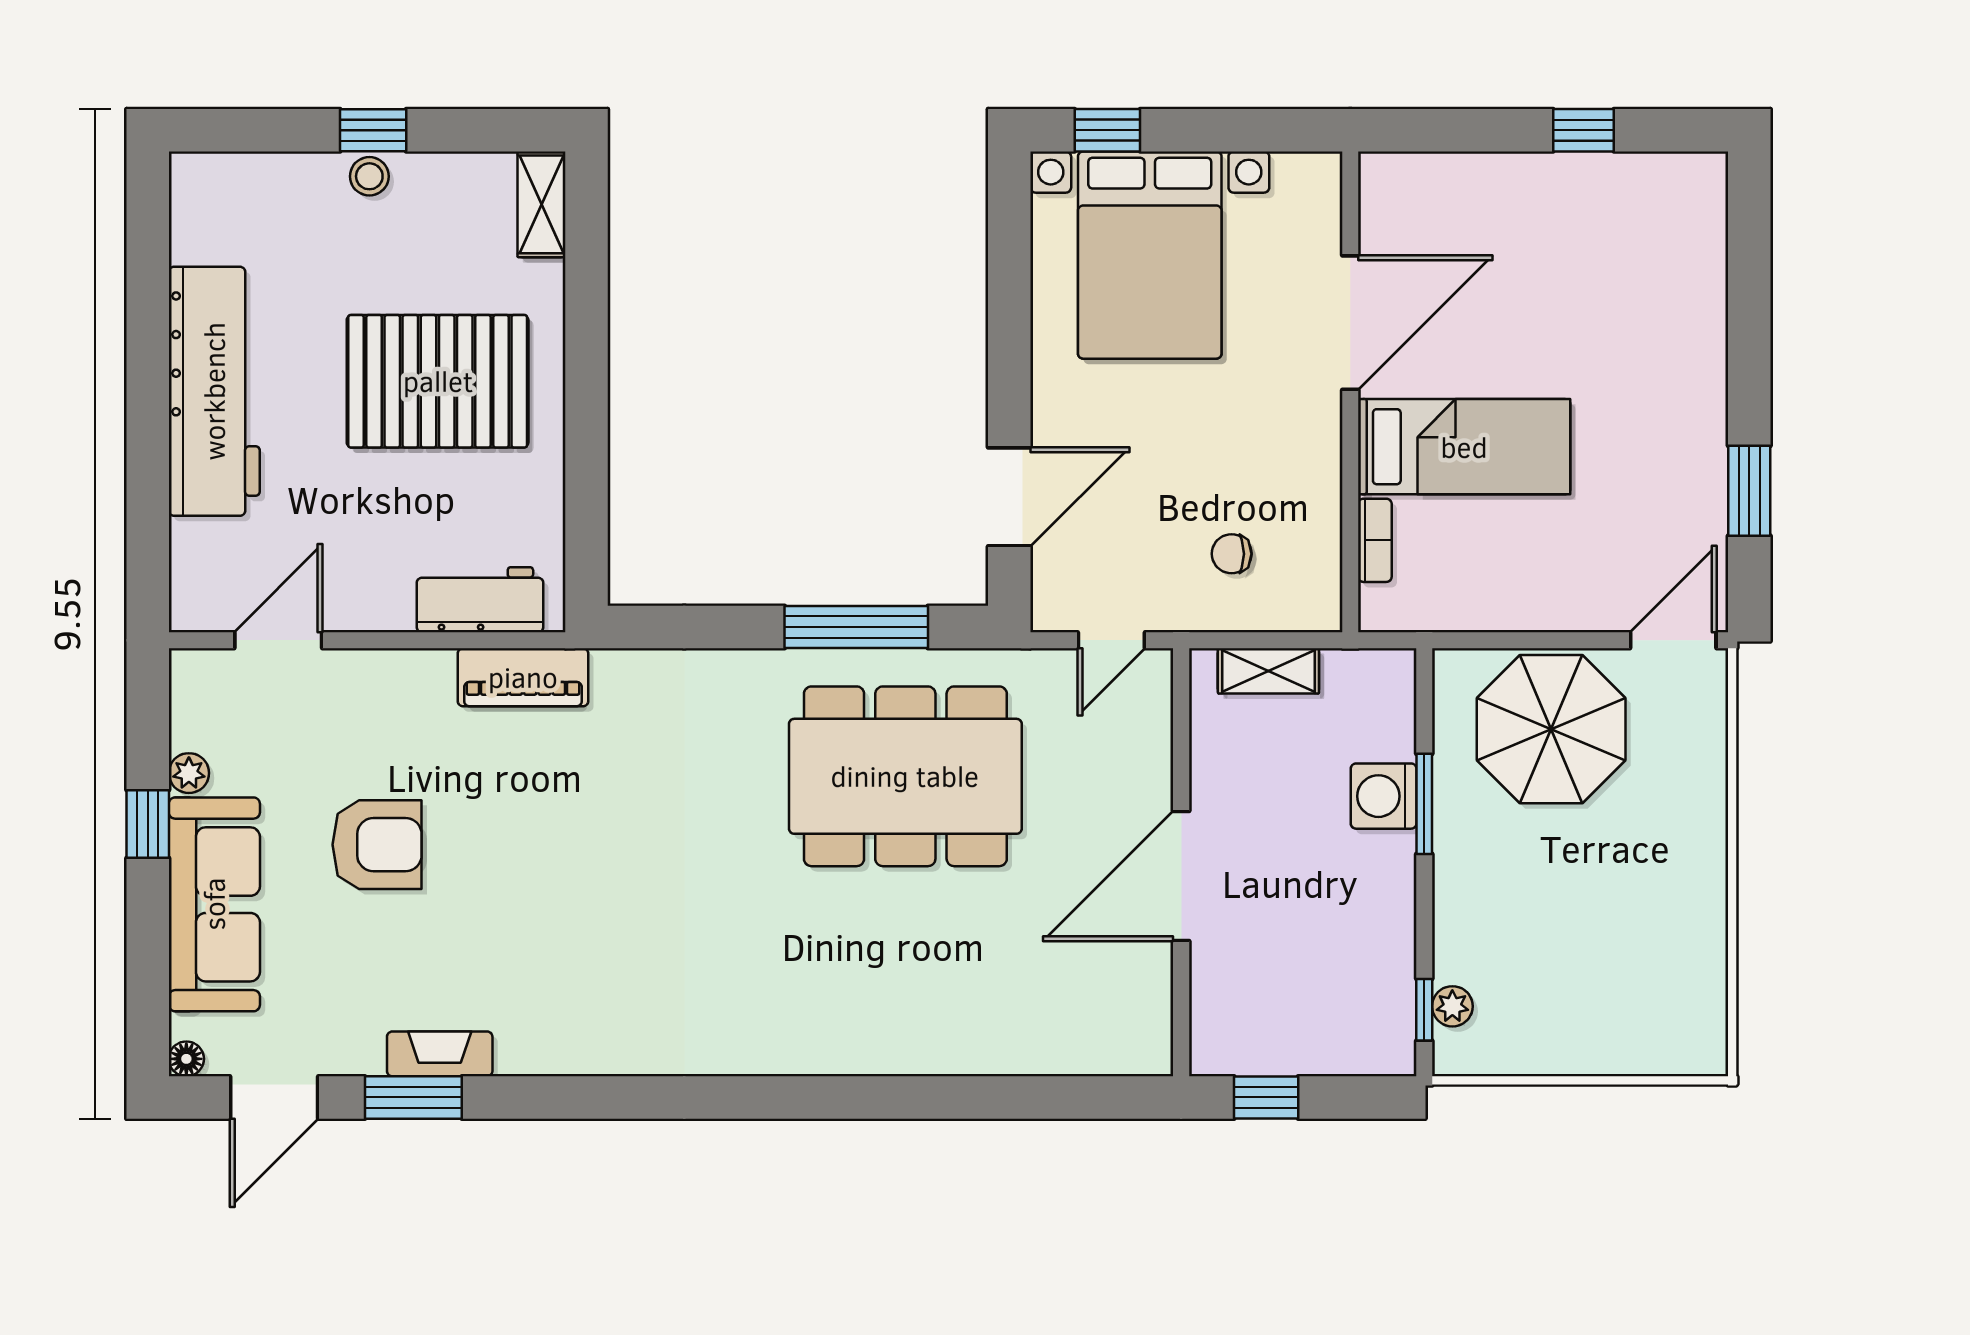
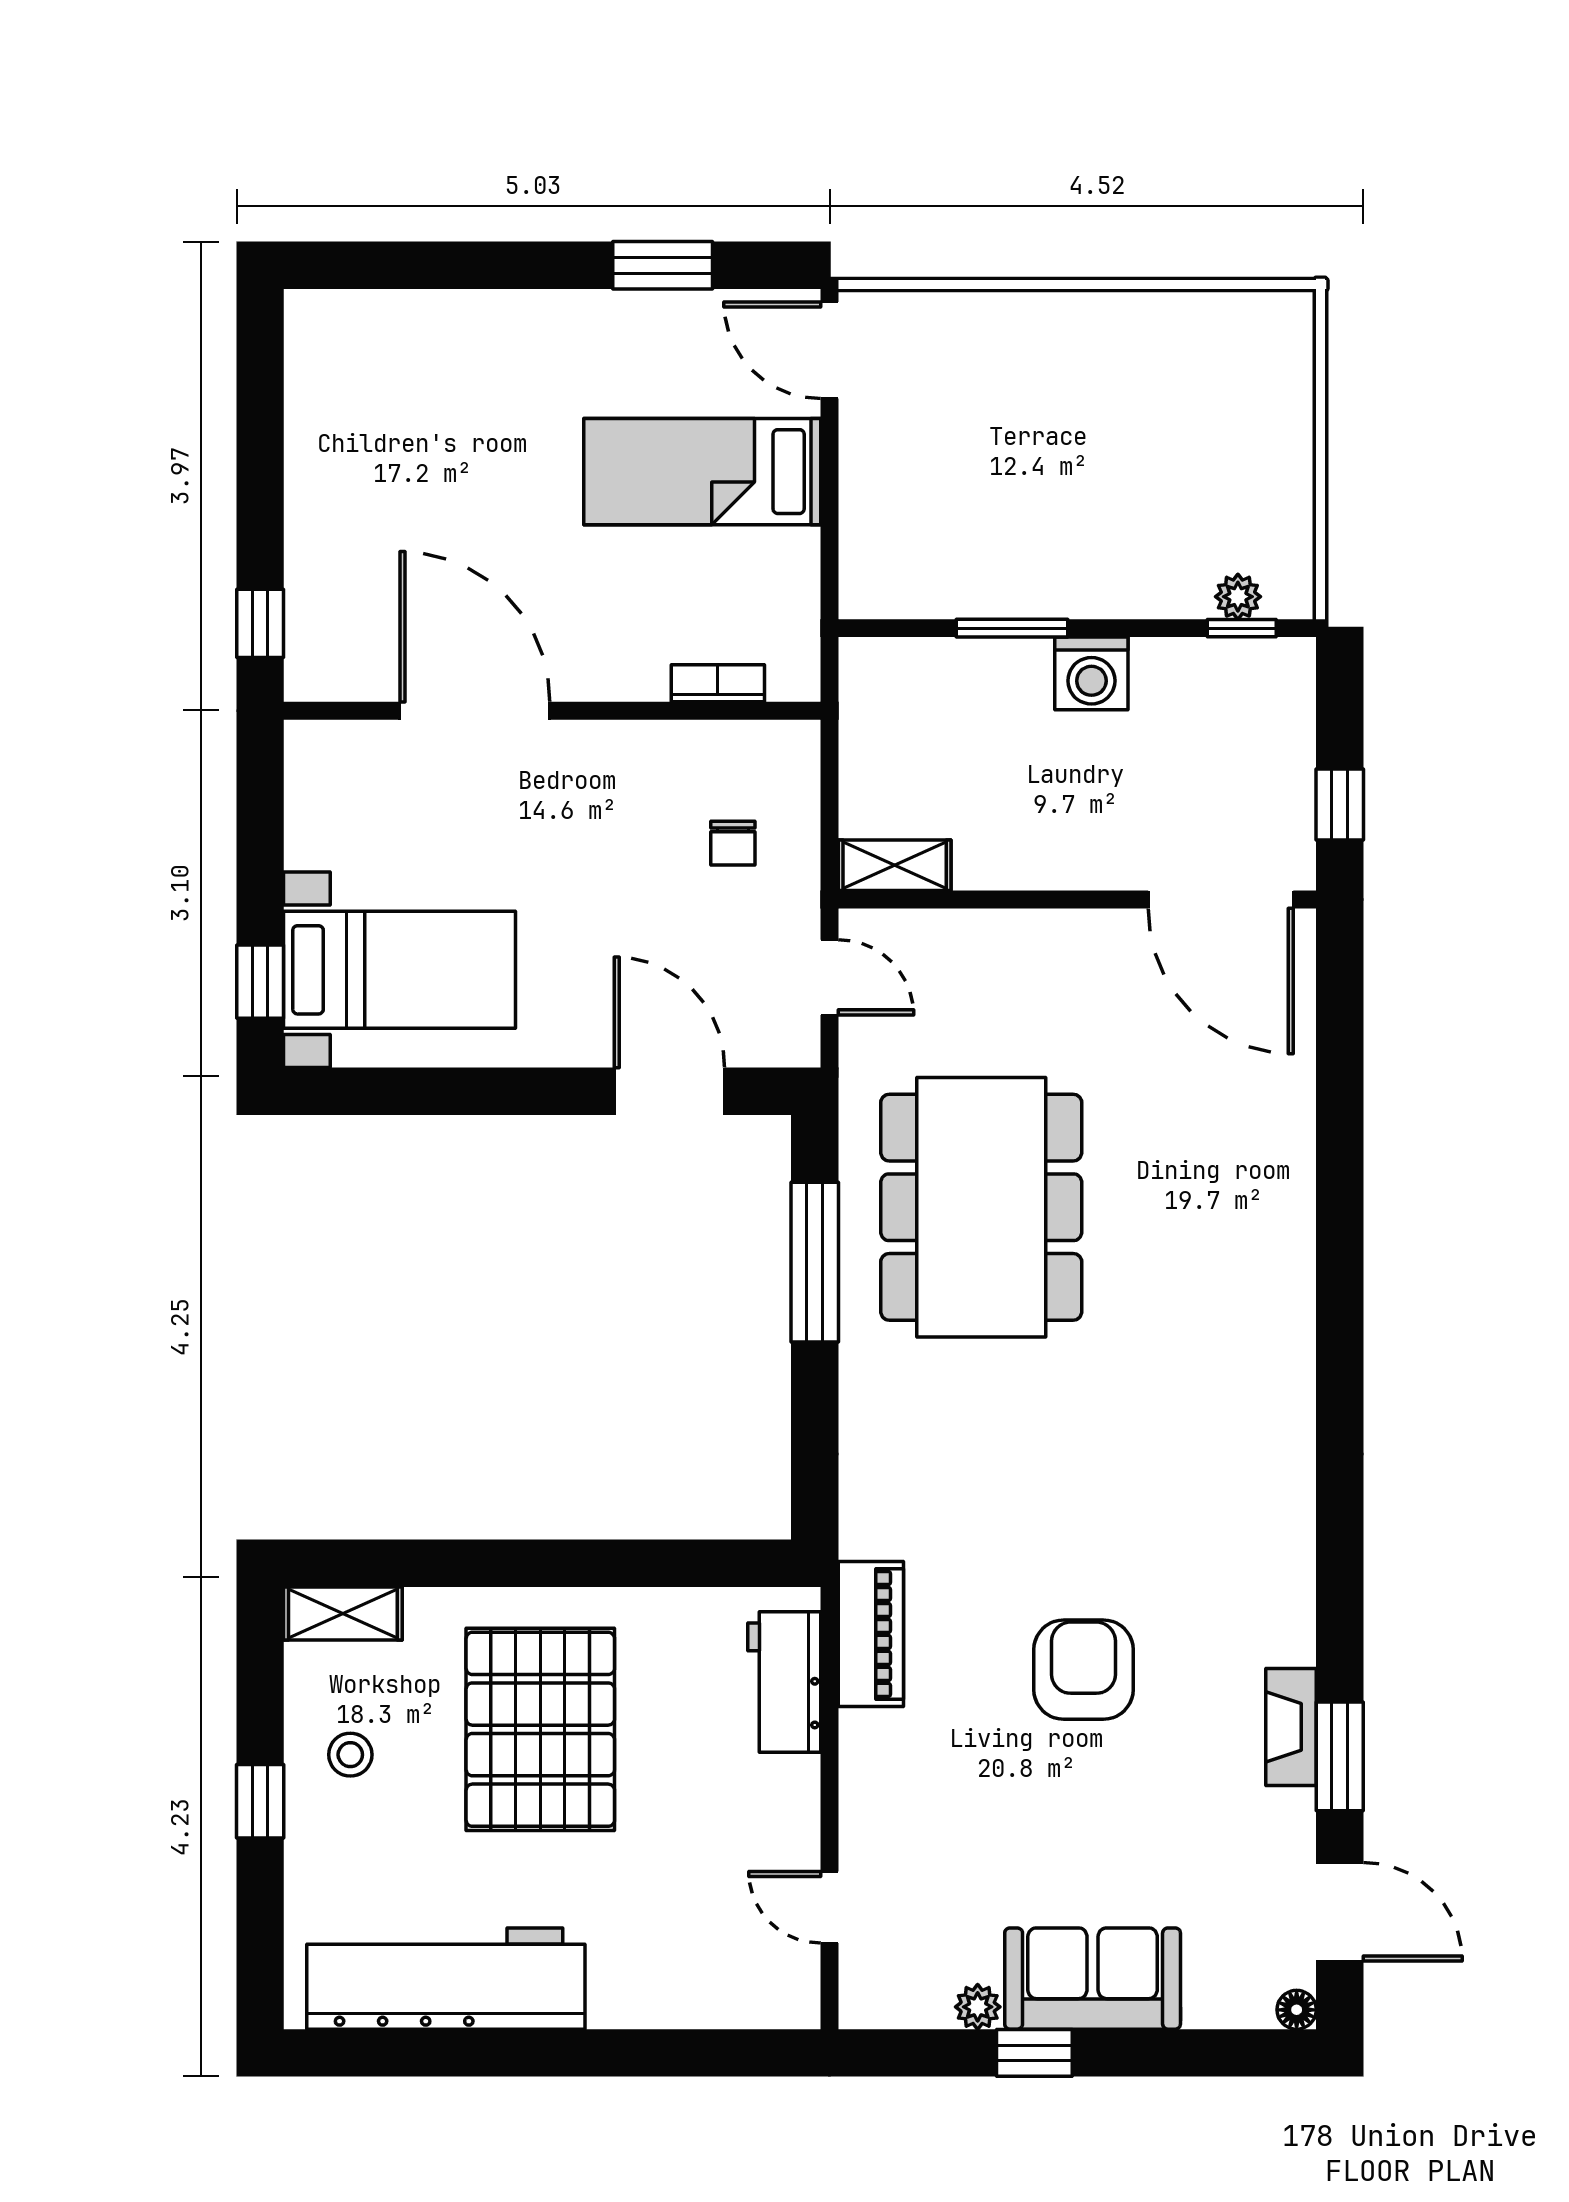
window: (1583, 130) -> (260, 623), moved
stool: (369, 176) -> (350, 1755), moved
bed with nightstands: (1150, 255) -> (399, 970), width x0.73
workbench: (214, 391) -> (446, 1979), moved
bed: (1464, 447) -> (702, 472), moved, turned -90
door: (278, 640) -> (829, 1907), width x0.73
shelving: (1268, 671) -> (895, 865), moved, turned 90
parasol: (1551, 729) -> (929, 487), removed
washing machine: (1384, 796) -> (1091, 673), moved
armchair: (377, 845) -> (1083, 1670), moved
door: (1181, 876) -> (1221, 899), moved
sofa: (214, 904) -> (1093, 1979), width x0.73

